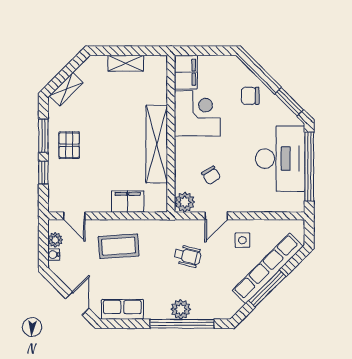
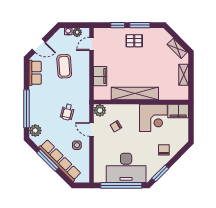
shelving: (66, 89) -> (177, 48), moved
coffee table: (119, 246) -> (64, 66), moved
plant: (181, 309) -> (35, 131), moved

